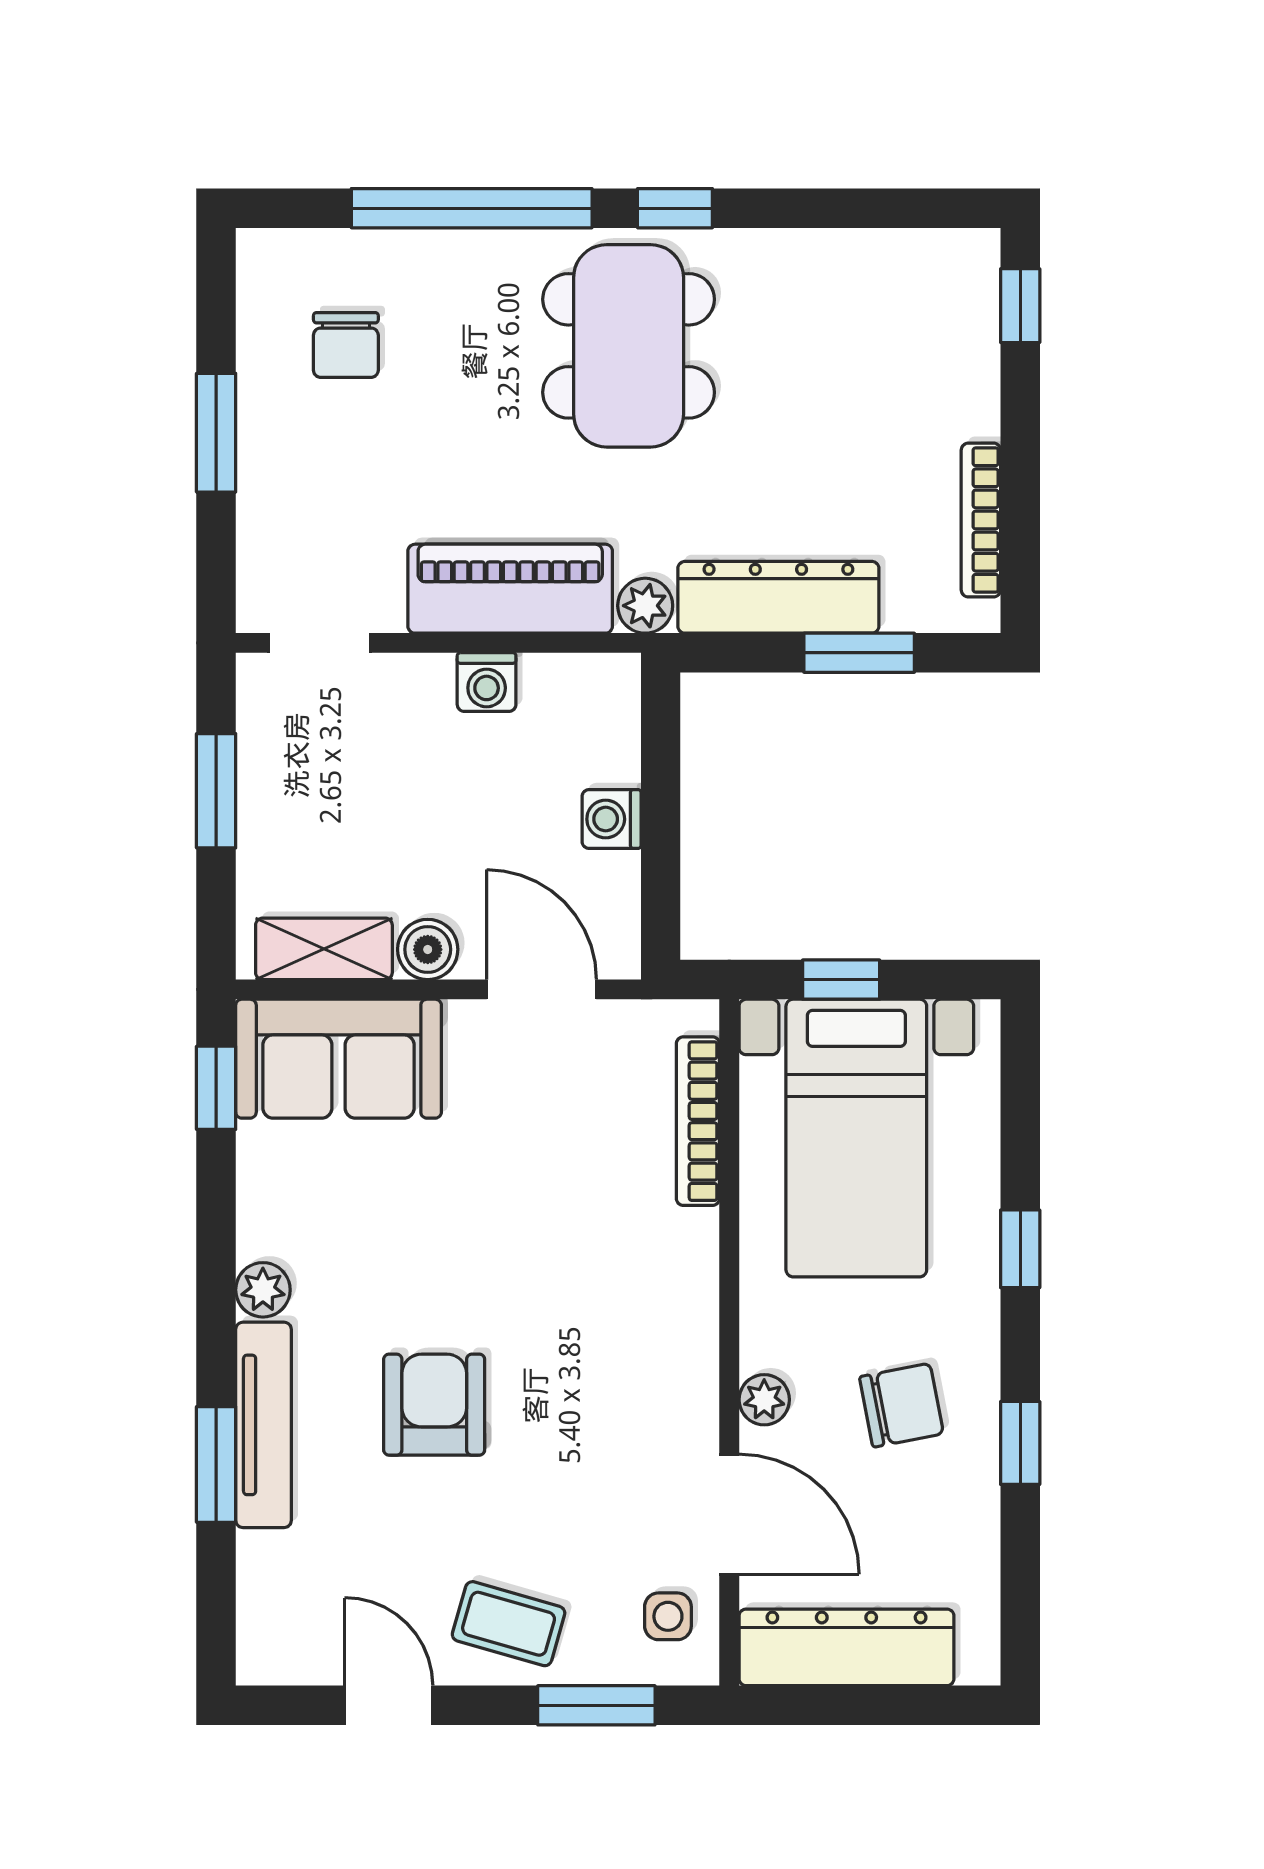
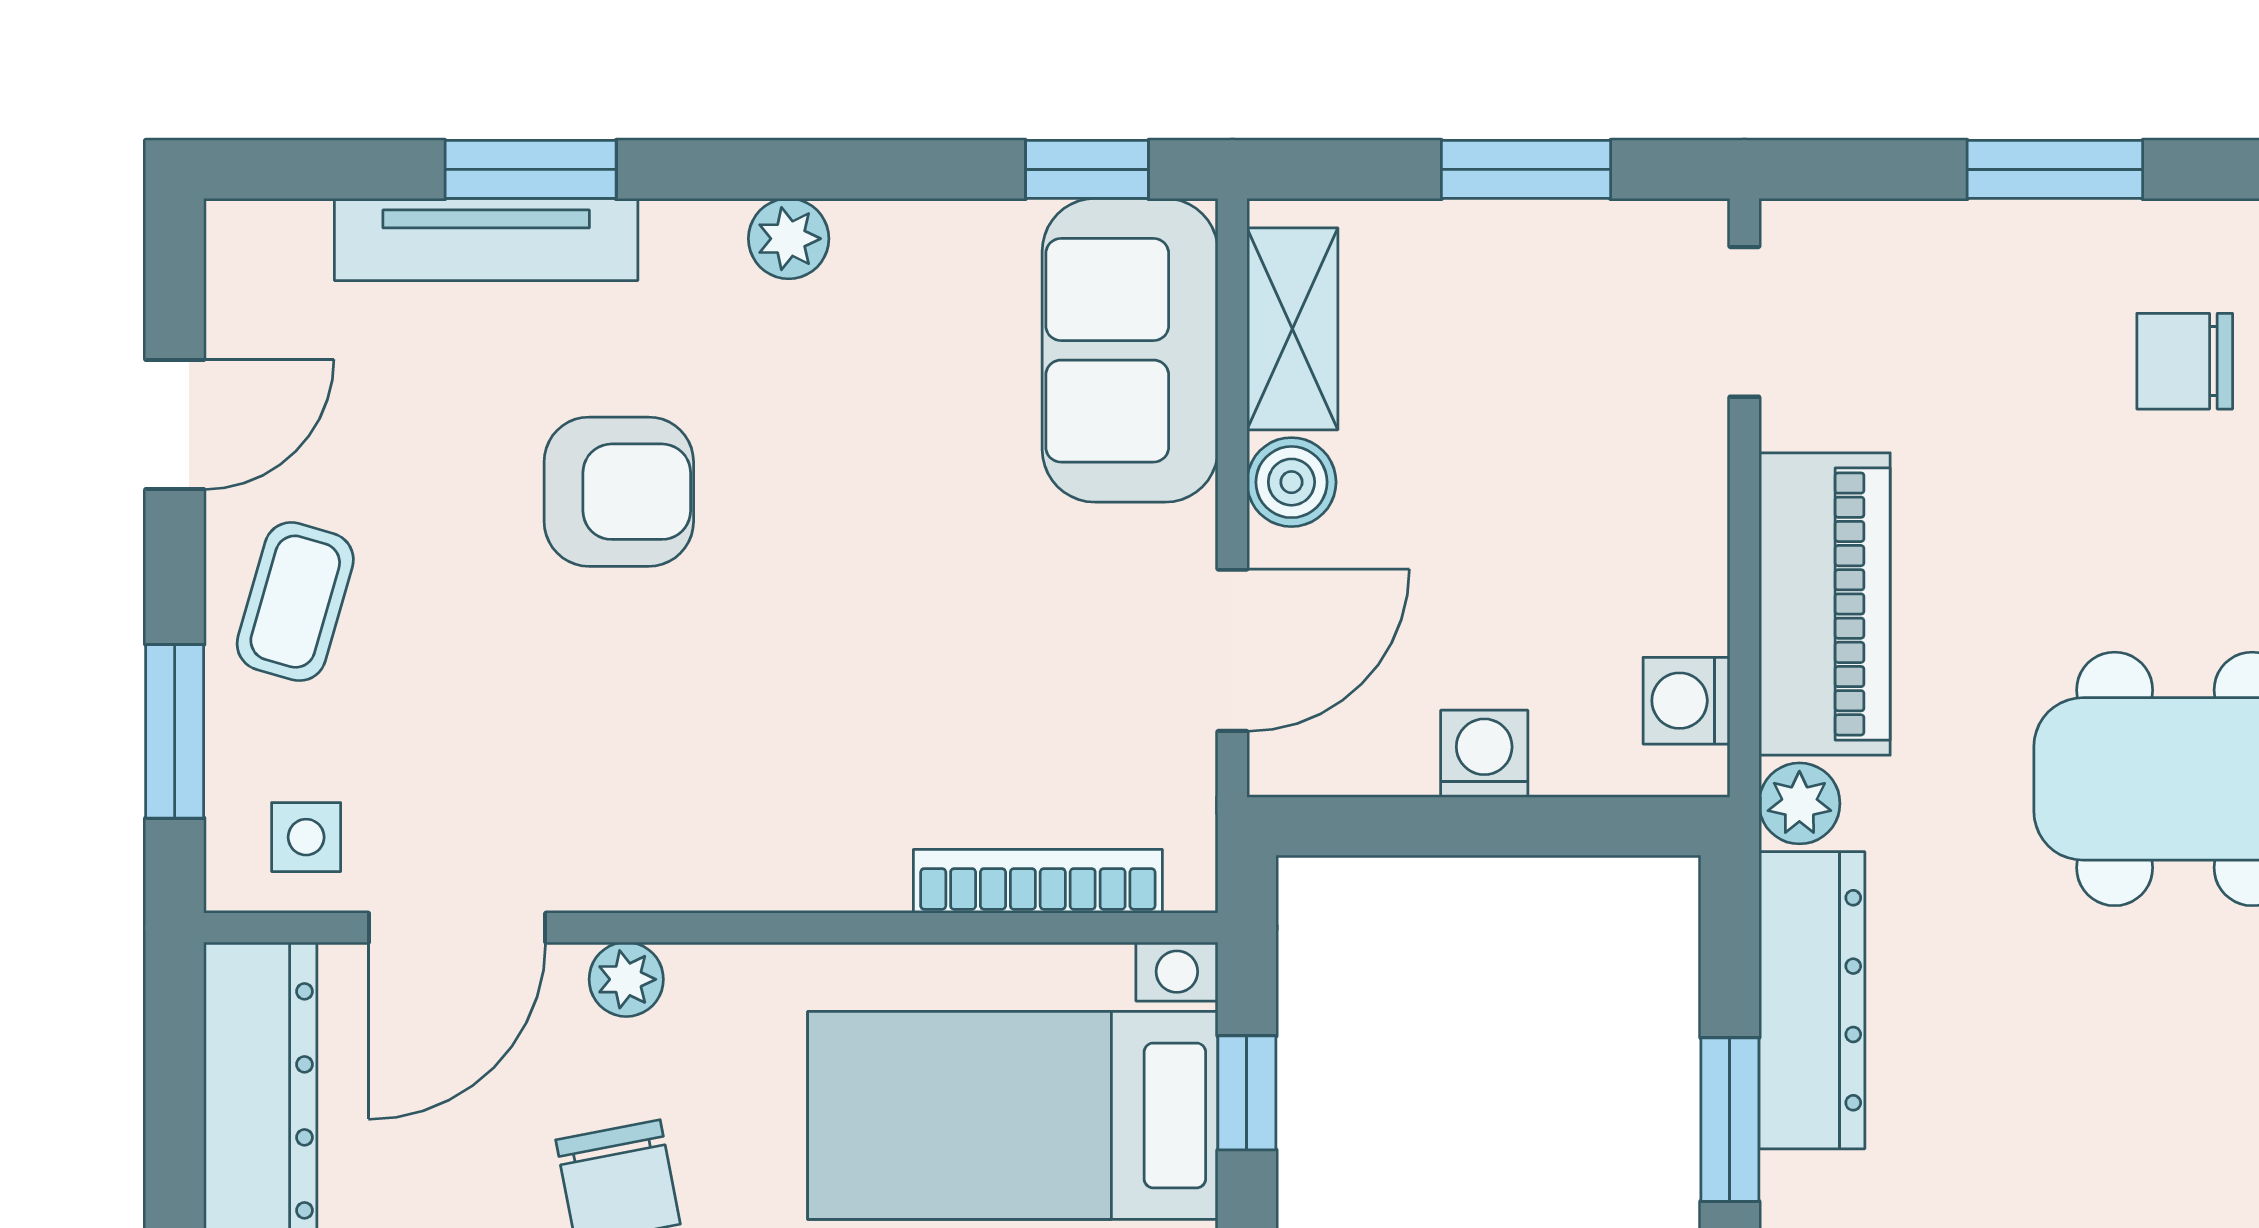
washing machine: (487, 682) -> (1687, 701), moved
tv unit: (264, 1425) -> (486, 239), moved

